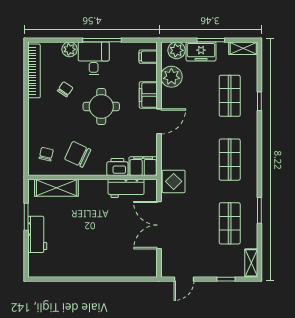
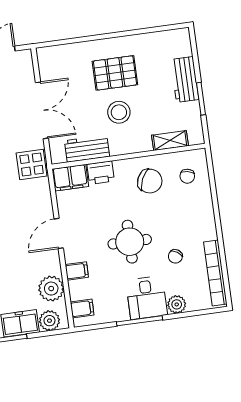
filing cabinet: (148, 95) -> (77, 271), width x0.50
shelving: (56, 188) -> (170, 141), width x0.67, depth x0.75
stool: (96, 215) -> (119, 112), added
pallet: (94, 248) -> (115, 73), added

